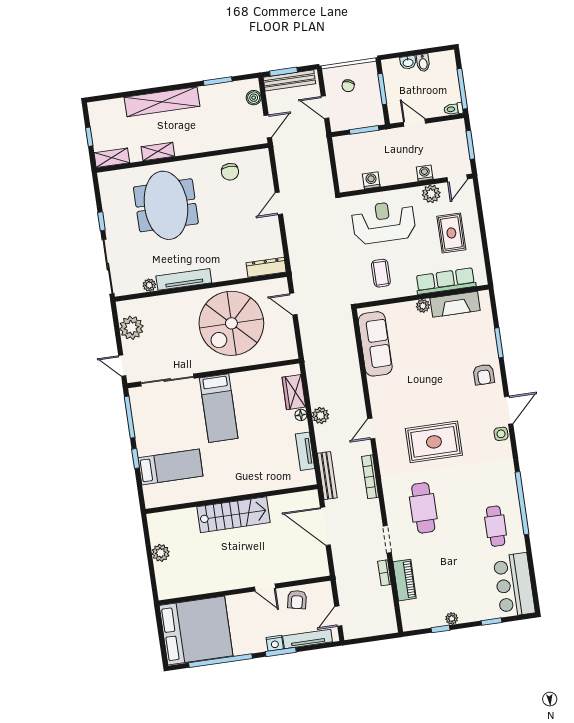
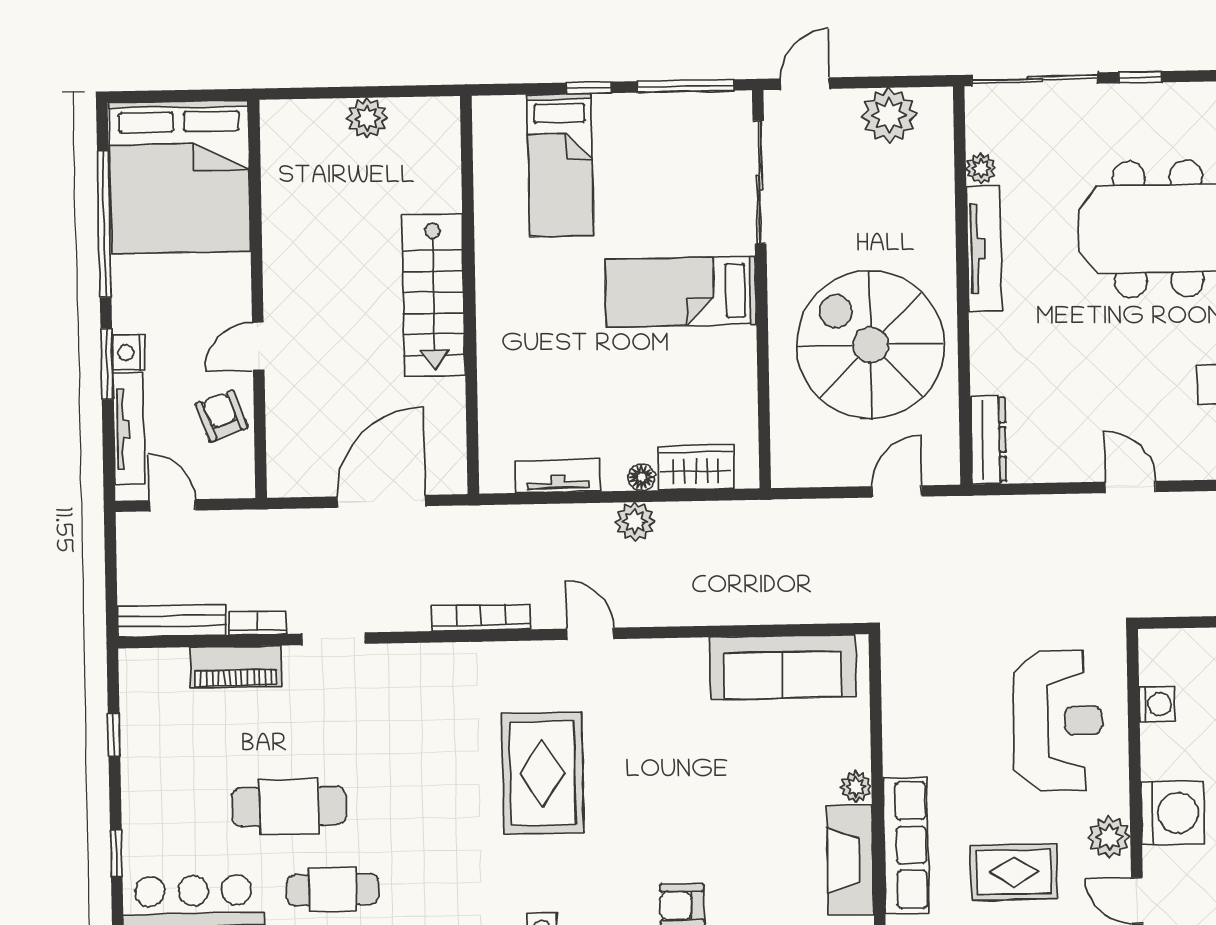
washing machine: (425, 173) -> (1173, 813), width x1.89, depth x1.89
coffee table: (381, 273) -> (942, 700), removed
bench: (327, 476) -> (172, 621), moved
cafe table: (423, 508) -> (289, 806), moved
armchair: (297, 600) -> (222, 416), turned 58
plant: (452, 619) -> (134, 763), removed

